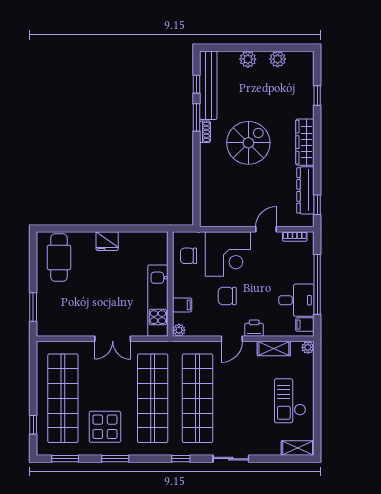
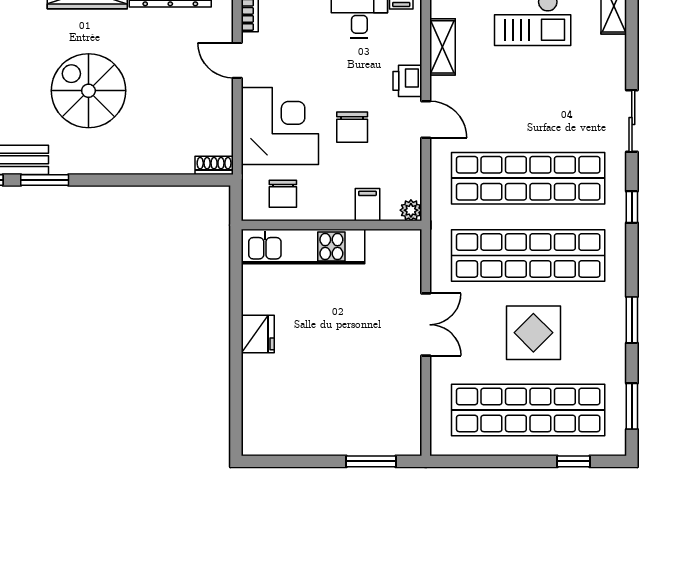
shoe rack: (205, 132) -> (214, 165), moved
cafe table: (59, 257) -> (286, 417), removed
kitchen unit: (158, 301) -> (303, 247), moved
display table: (105, 427) -> (533, 333), moved

